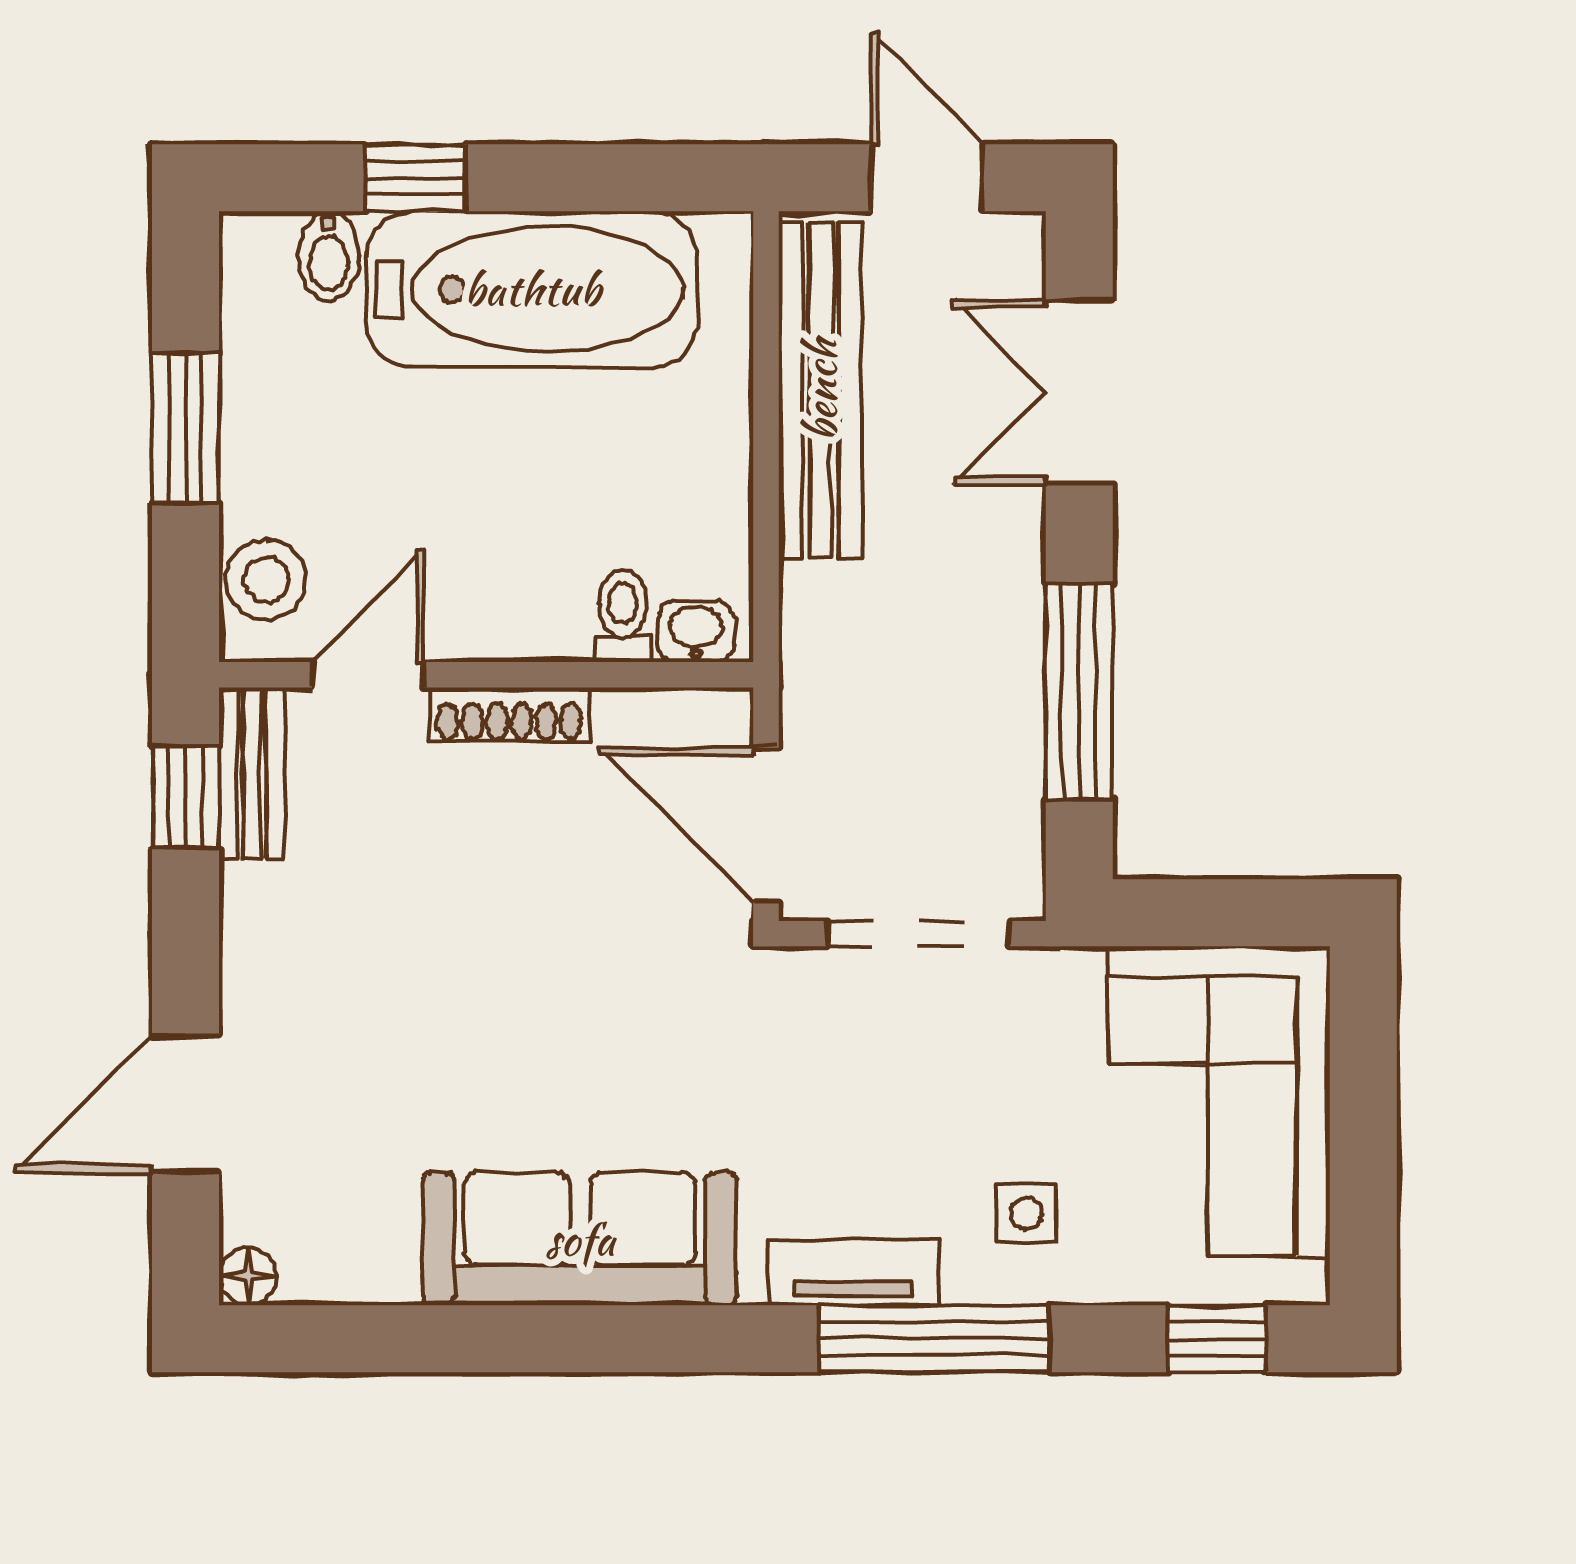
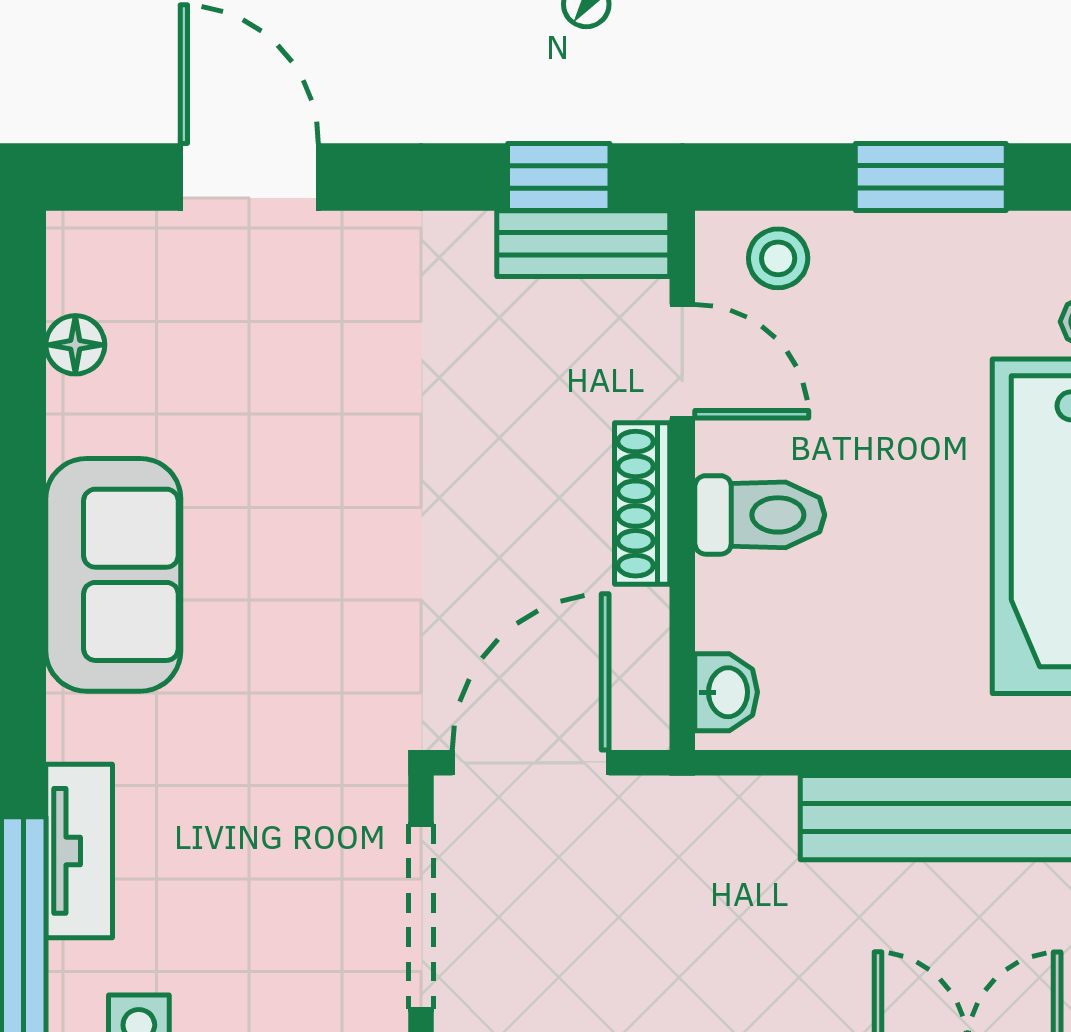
stool: (266, 580) -> (778, 258), width x0.73, depth x0.73
toilet: (623, 616) -> (760, 515), moved, width x1.37, depth x1.39
sofa: (580, 1239) -> (113, 575), width x0.73
floor lamp: (248, 1276) -> (75, 345), moved

